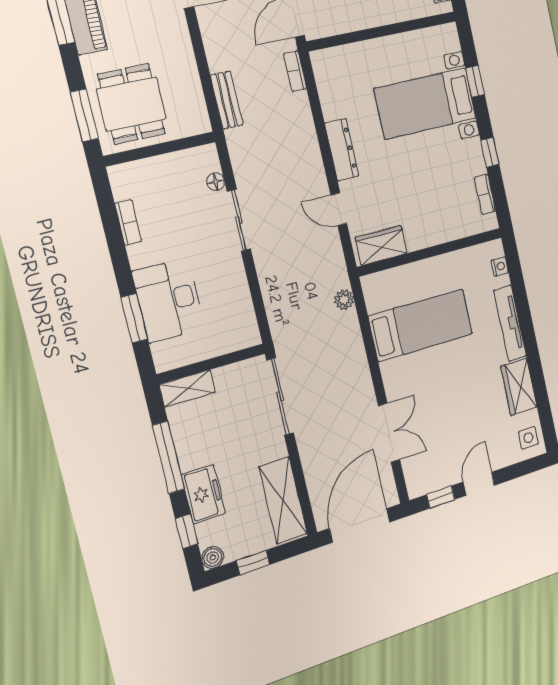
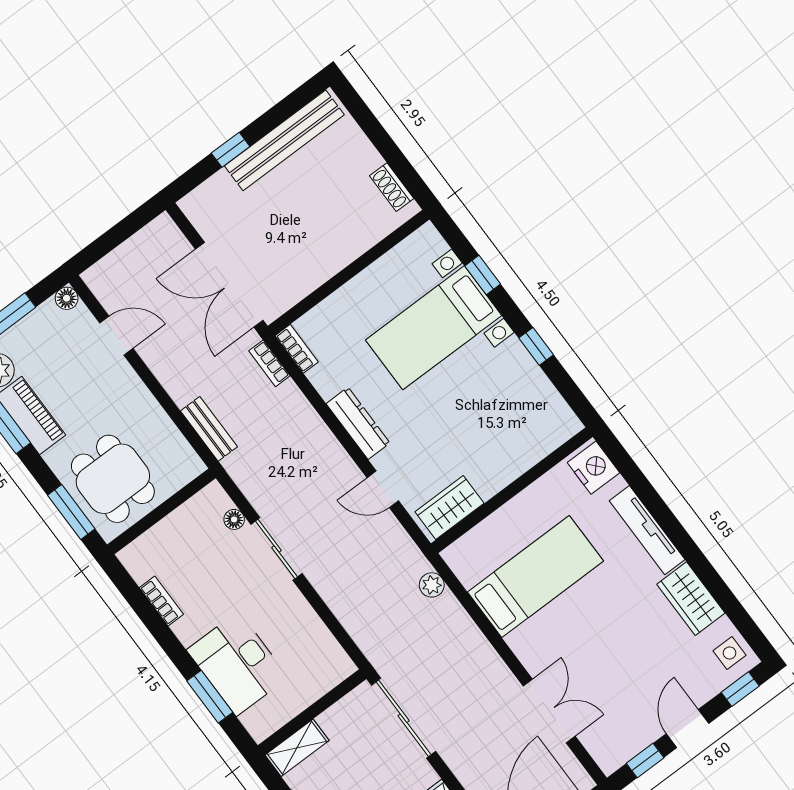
bookcase: (485, 194) -> (297, 349), moved, turned 180
nightstand: (500, 266) -> (594, 468), width x1.89, depth x1.79
window: (525, 468) -> (740, 689), added

